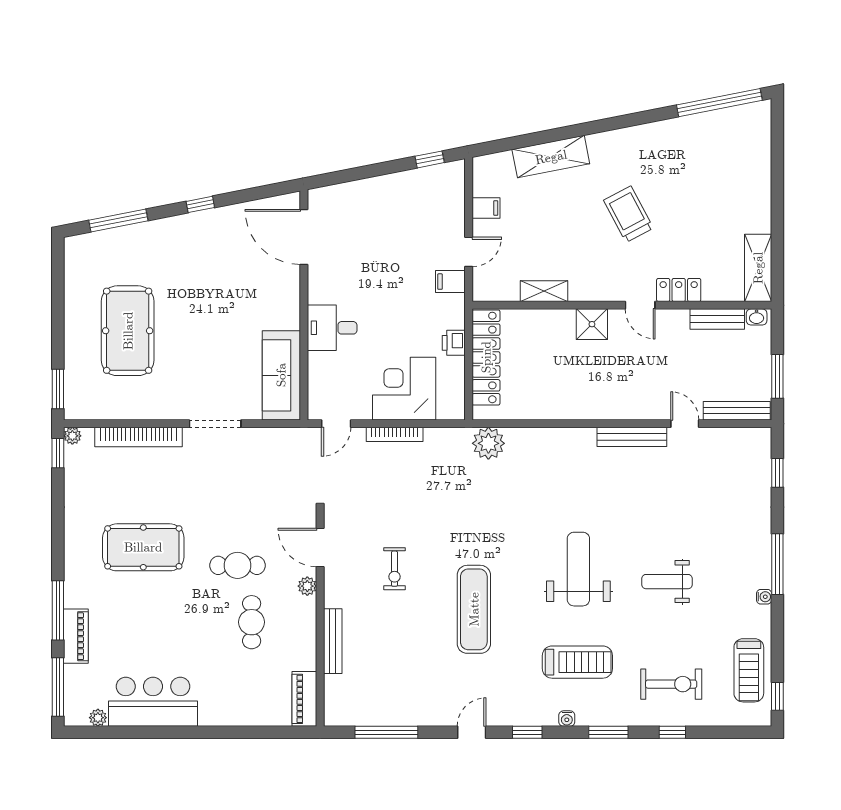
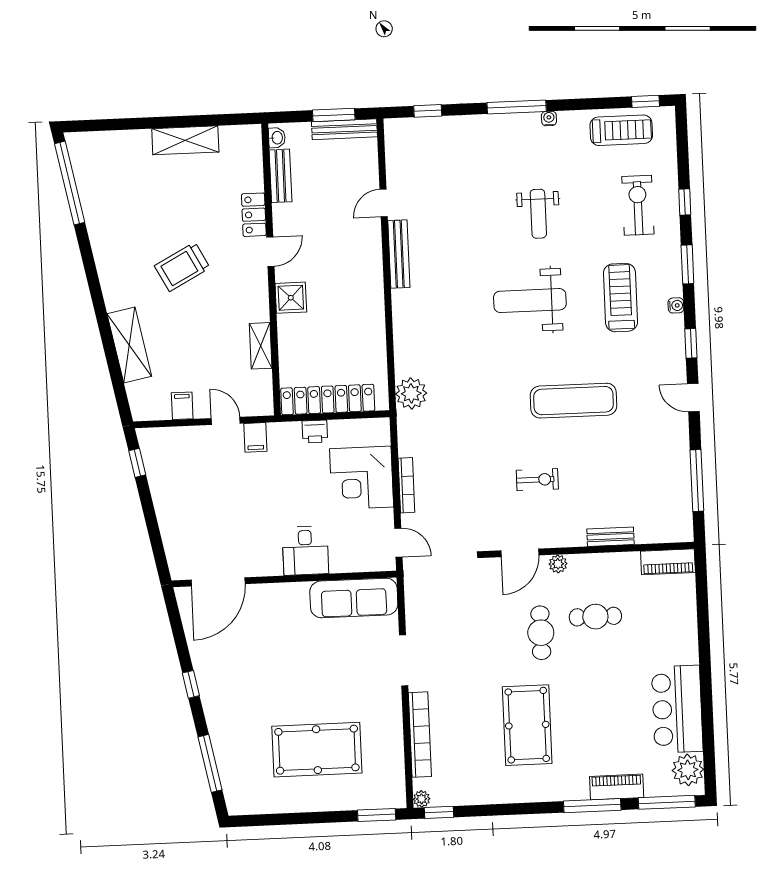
shelving: (758, 268) -> (185, 140), moved
bench: (737, 411) -> (344, 129), moved, turned 90
bench: (333, 641) -> (610, 537), width x0.73
plant: (98, 718) -> (688, 770), width x1.88, depth x1.88

